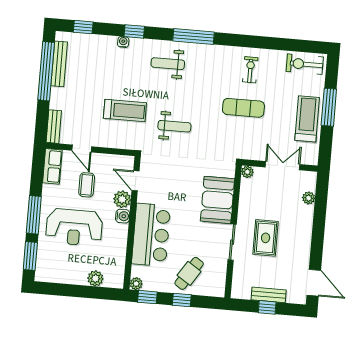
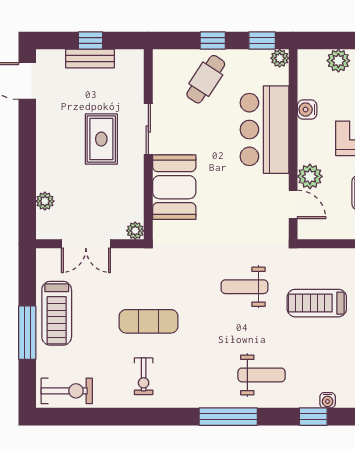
water cooler: (123, 216) -> (307, 110), moved

